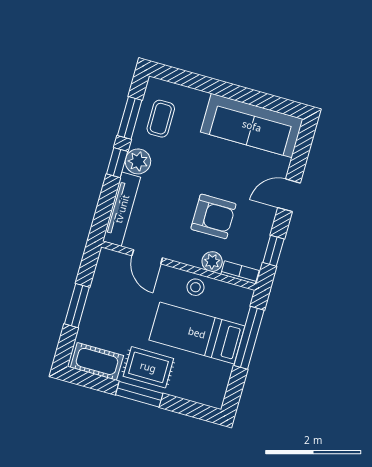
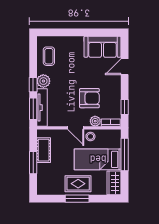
window: (130, 118) -> (33, 109), moved
sofa: (252, 126) -> (103, 47), width x0.73
door: (289, 195) -> (125, 67), moved
door: (147, 257) -> (76, 128), moved
cot: (97, 361) -> (44, 150), moved, turned 90
wardrobe: (215, 384) -> (114, 183), added

